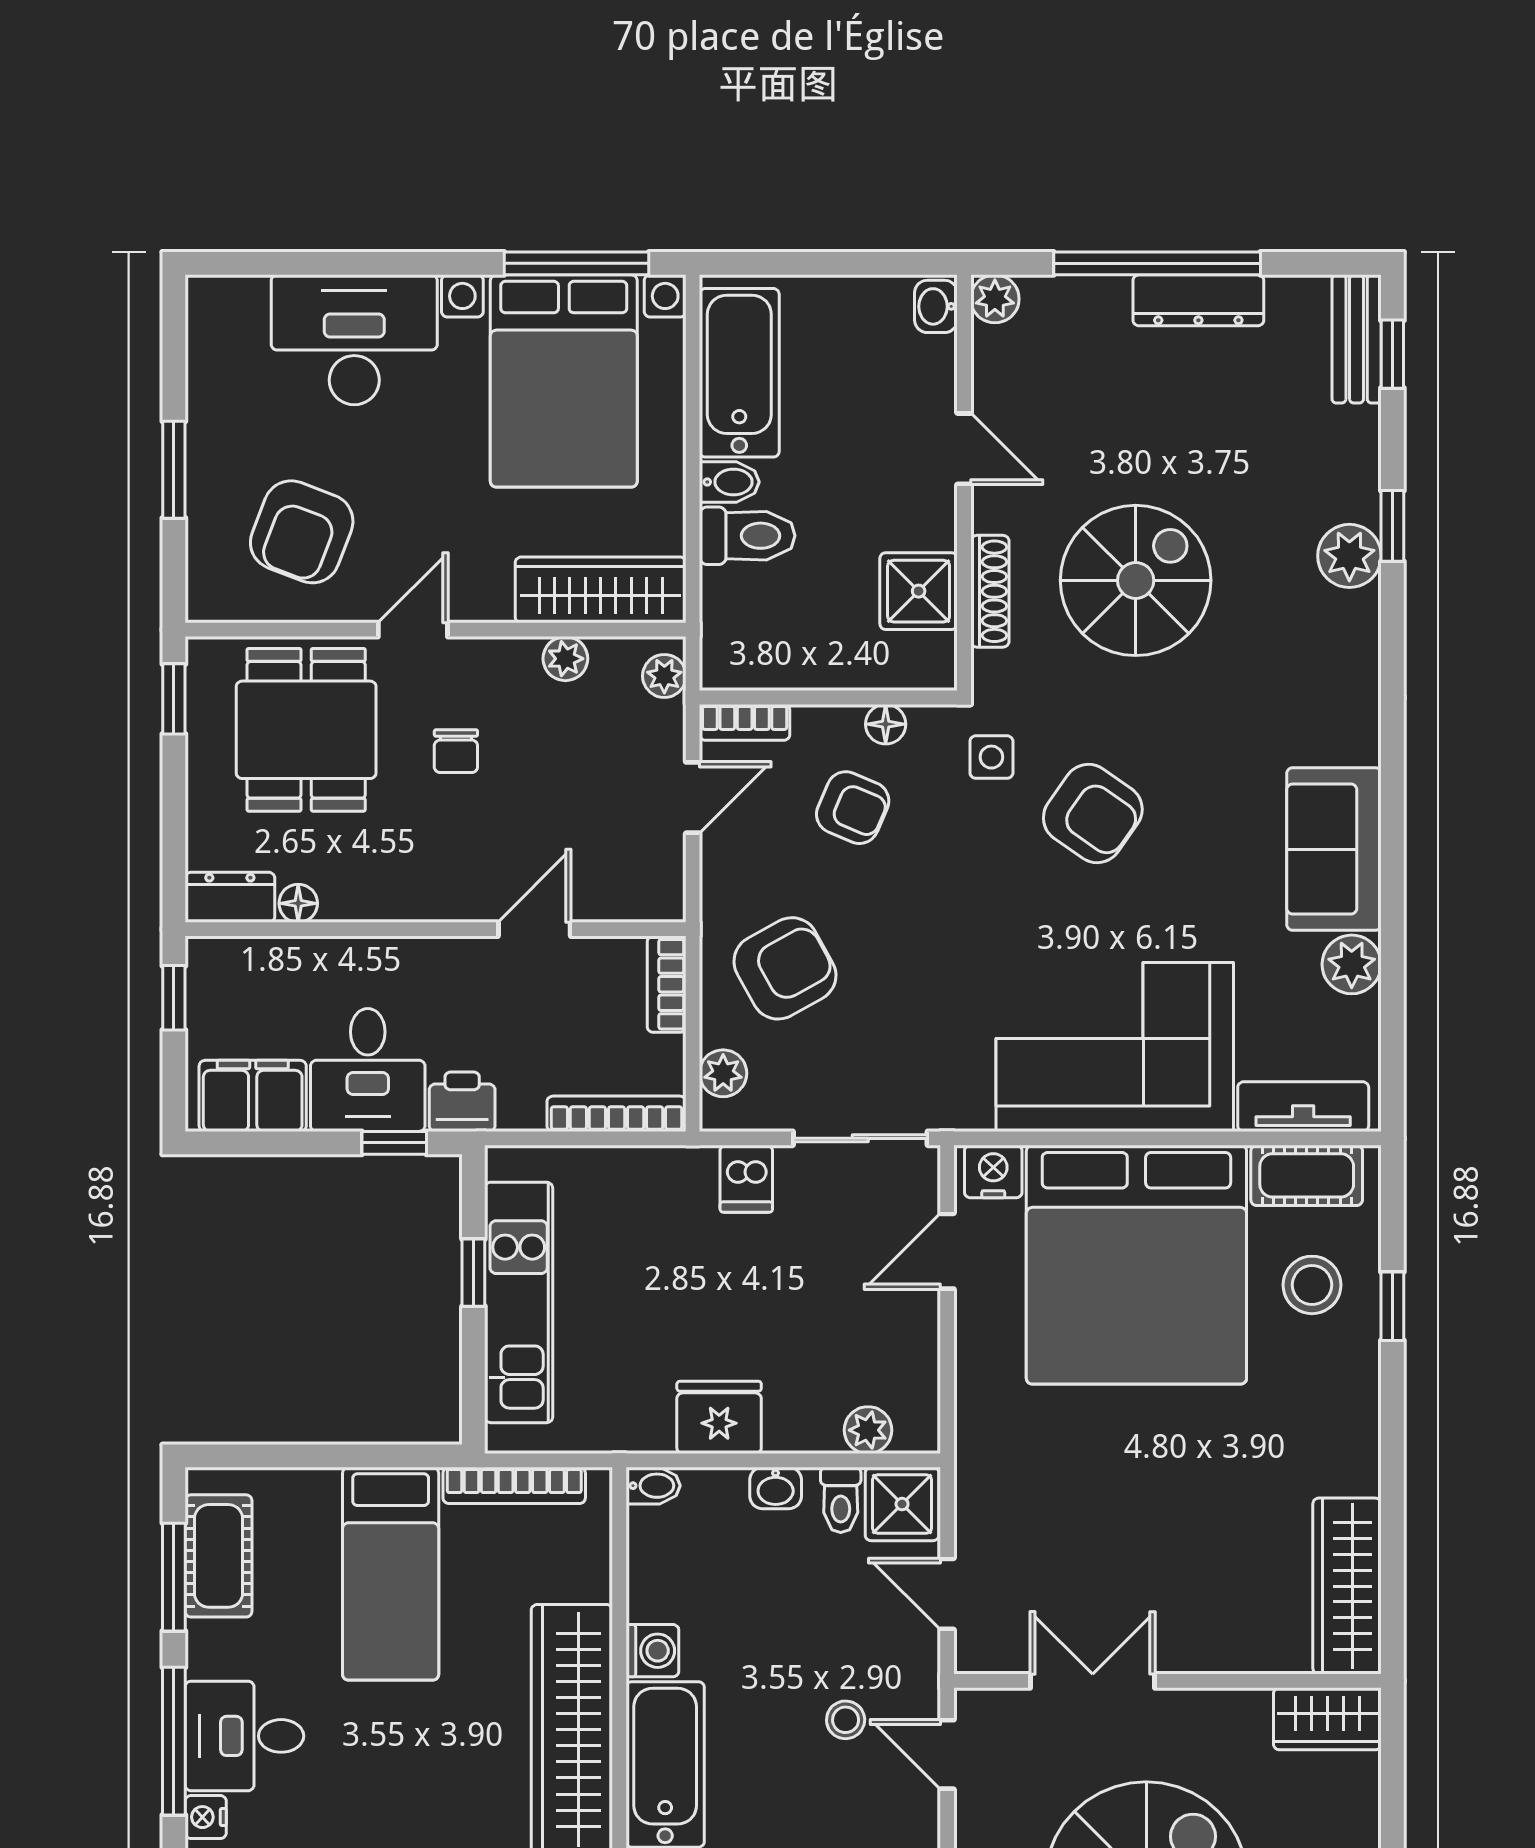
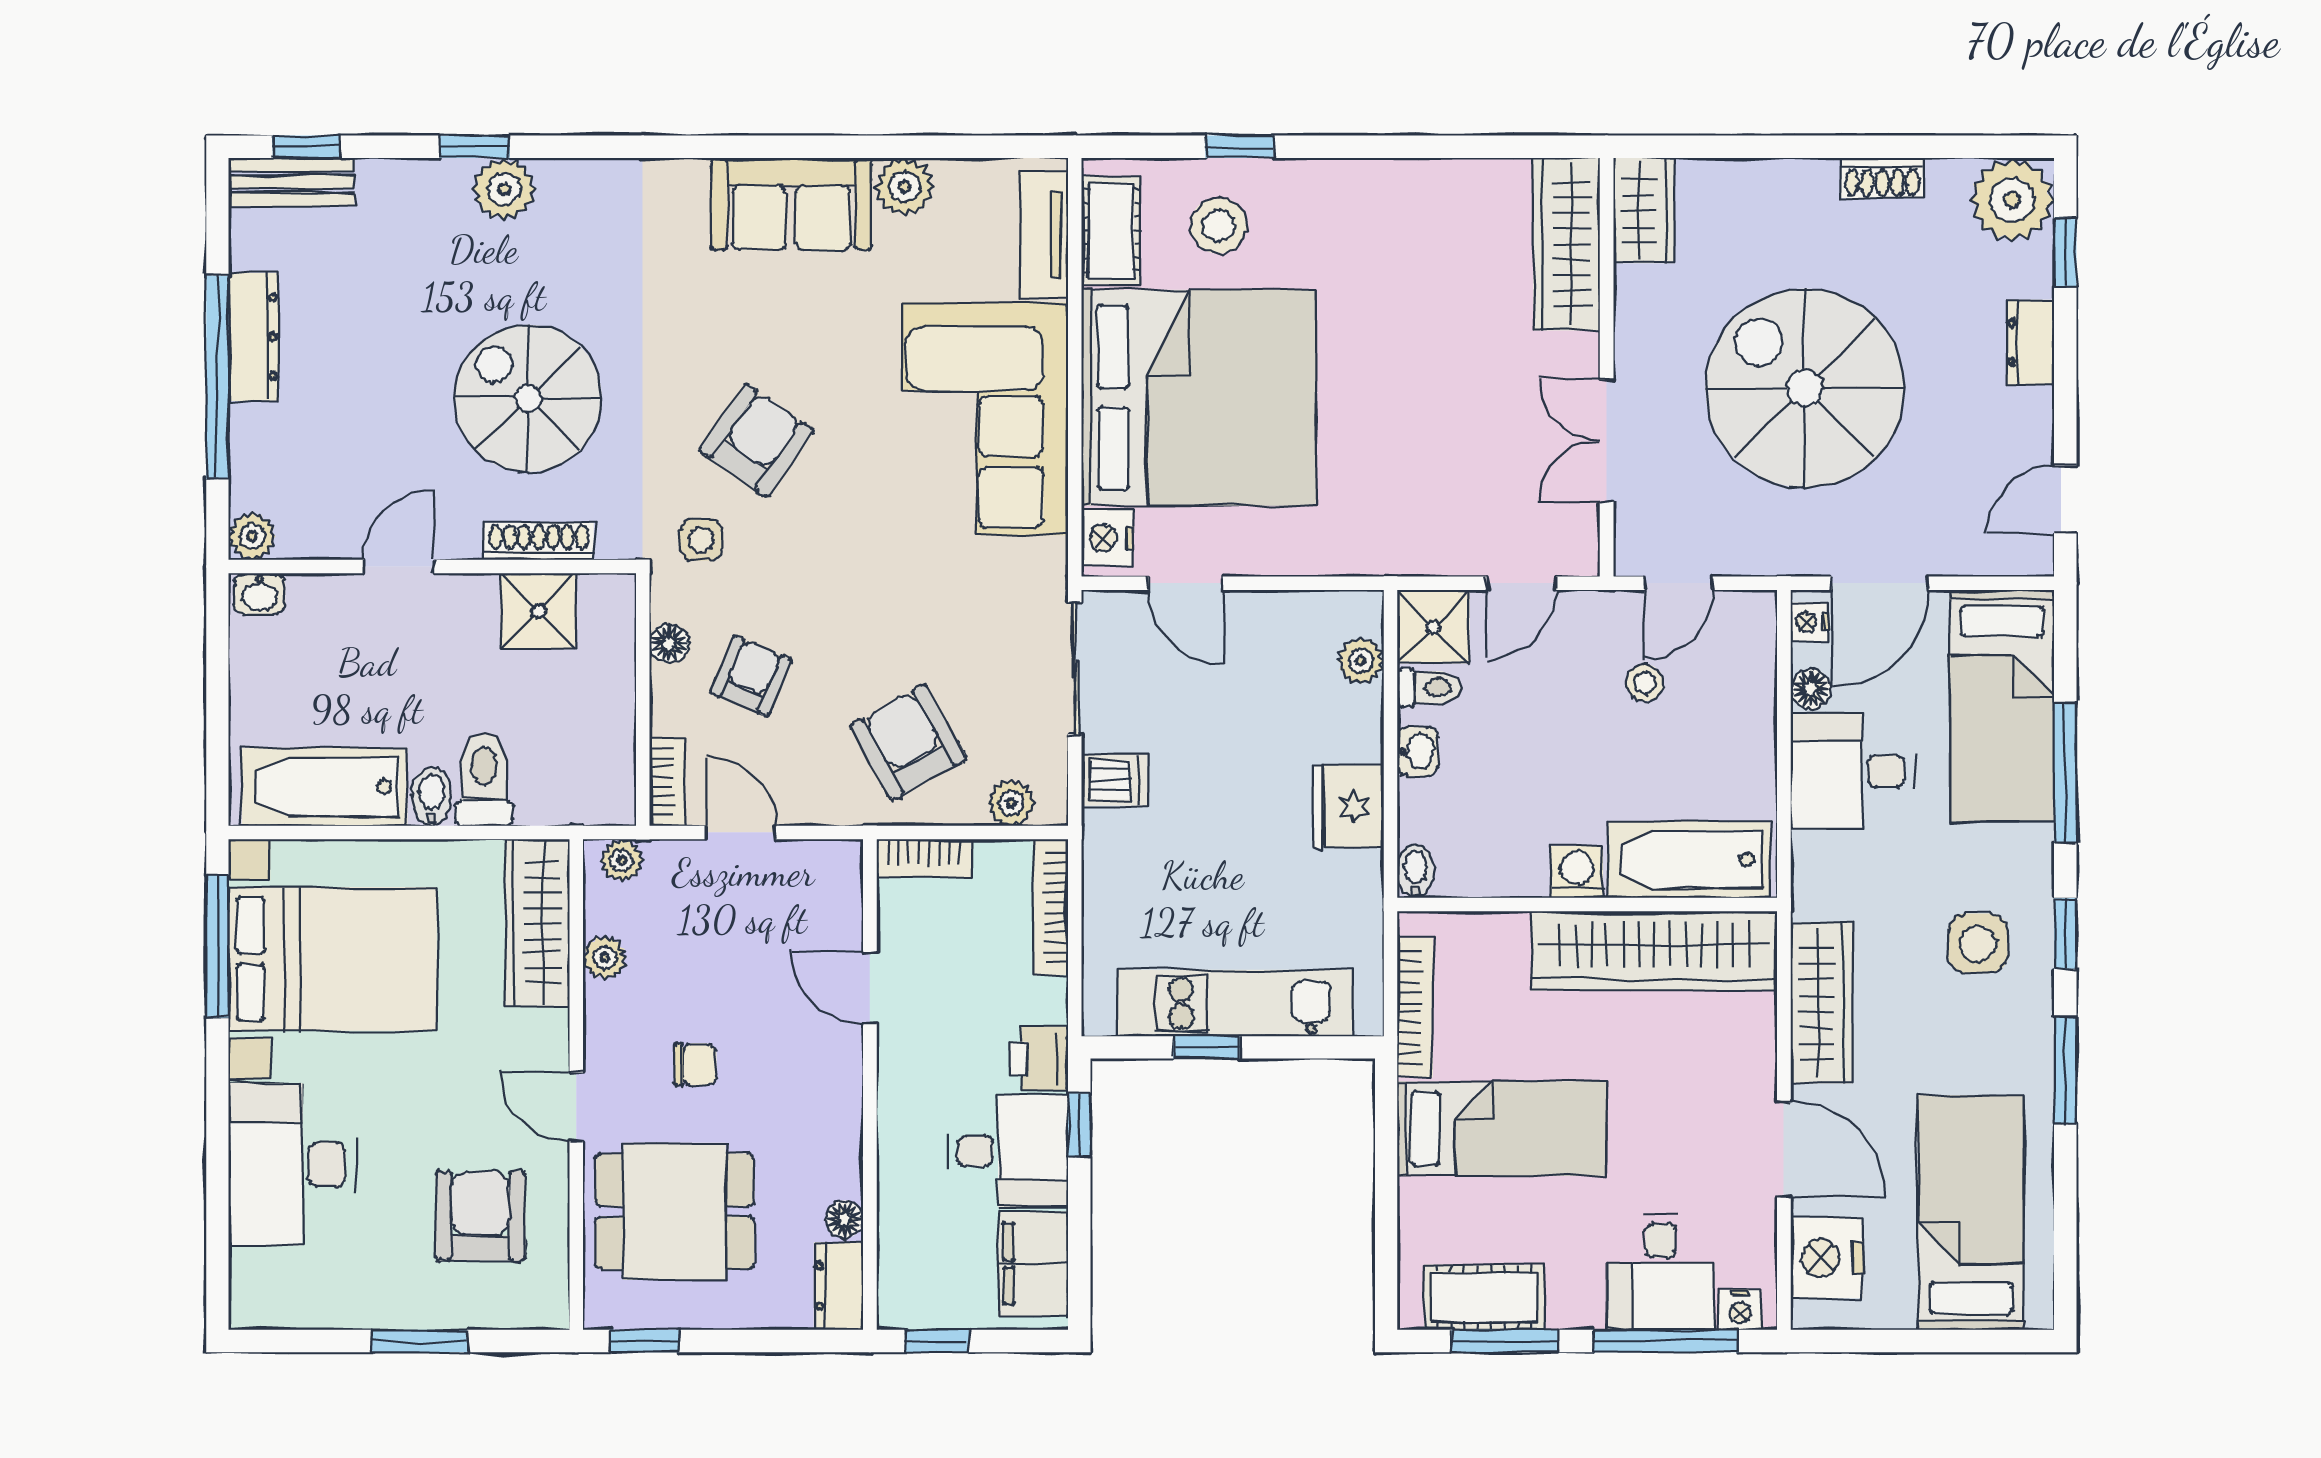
armchair: (302, 532) -> (480, 1216), turned -111
wardrobe: (1347, 1586) -> (1567, 244), moved, turned 90

